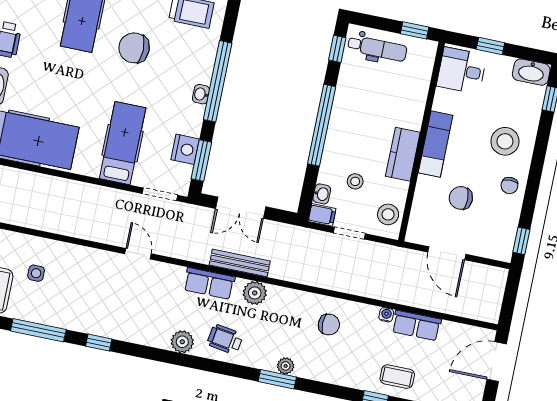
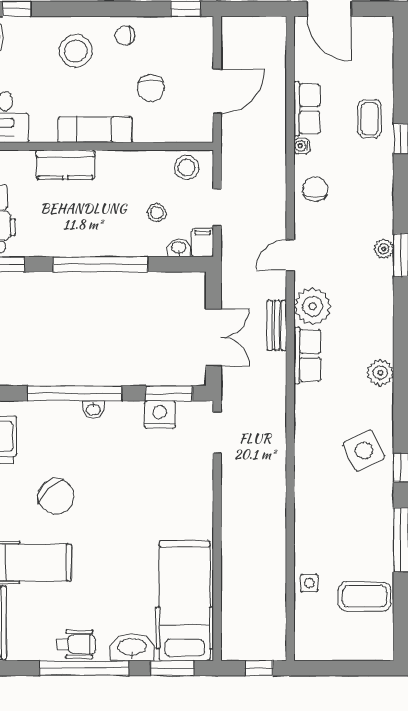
chair: (134, 48) -> (56, 497), turned -45
hospital bed: (123, 143) -> (168, 487), removed
kitchen counter: (403, 154) -> (65, 165), moved
chair: (509, 186) -> (125, 35), turned 180
door: (138, 254) -> (290, 255), moved
bench: (240, 263) -> (277, 325), width x0.73
side table: (36, 273) -> (309, 583), moved
plant: (255, 293) -> (313, 306), width x1.36, depth x1.36
side table: (120, 315) -> (364, 451), added
chair: (329, 325) -> (315, 189), moved
wheelchair: (225, 339) -> (368, 324), removed

